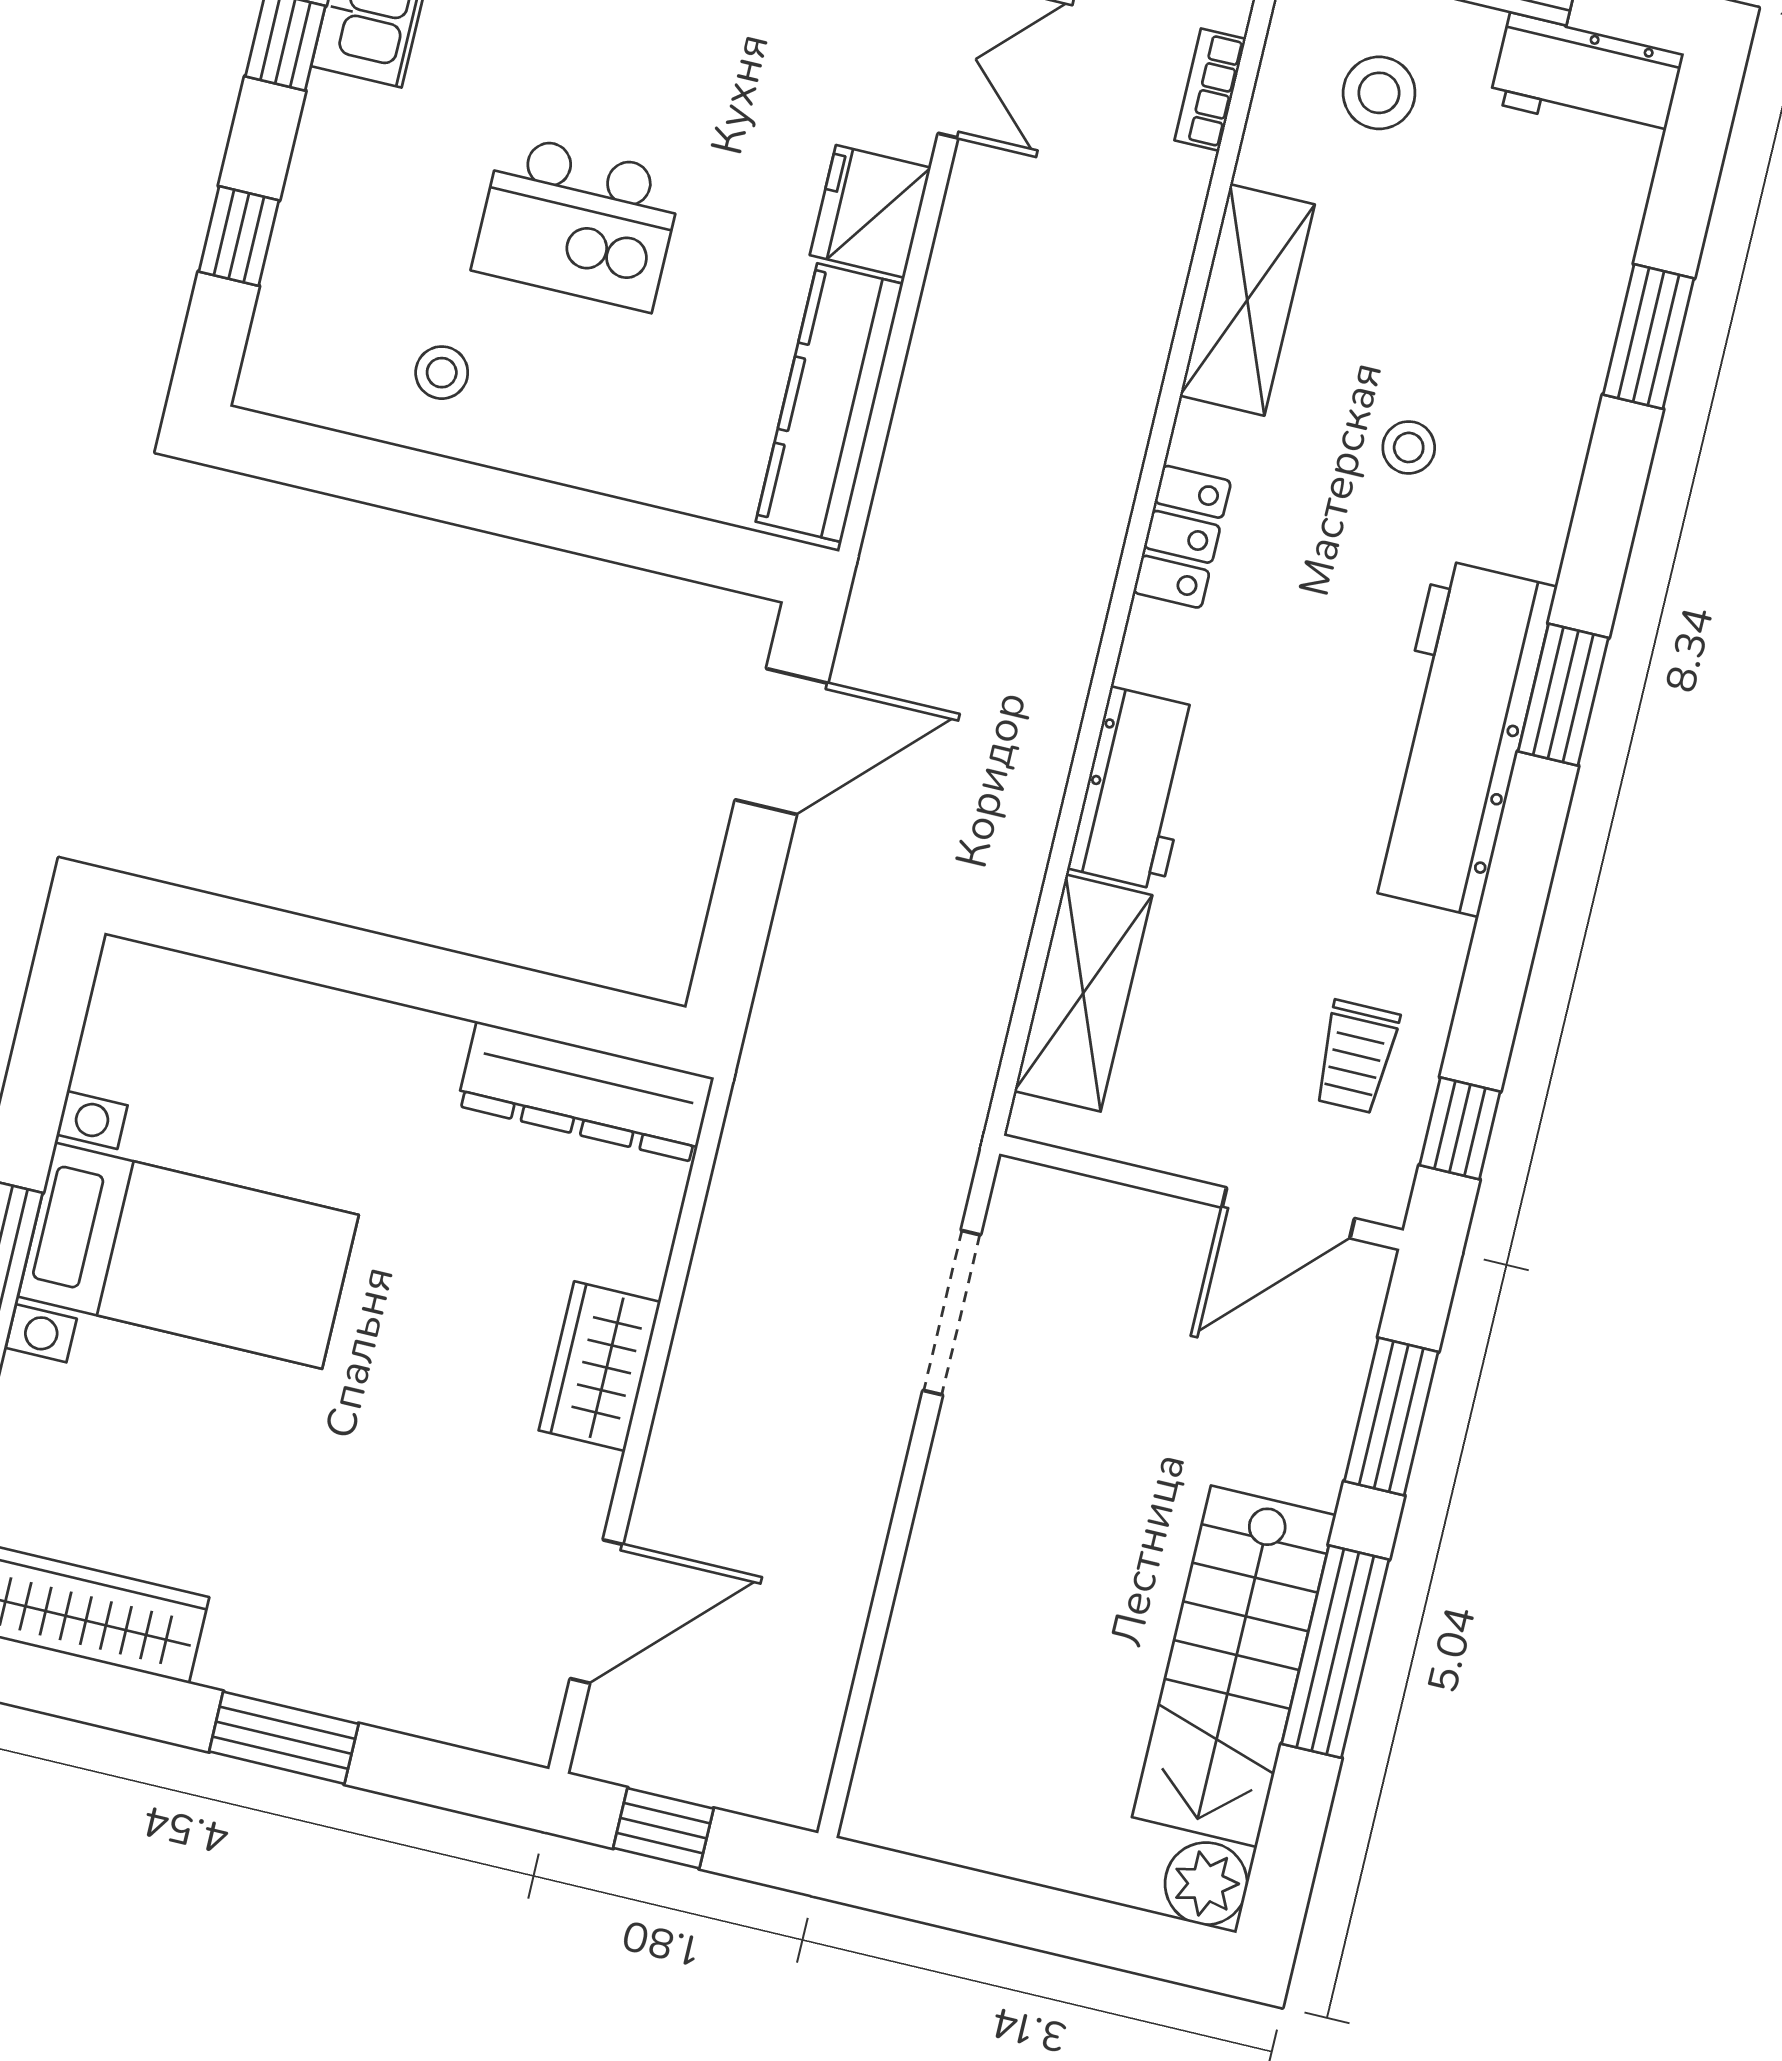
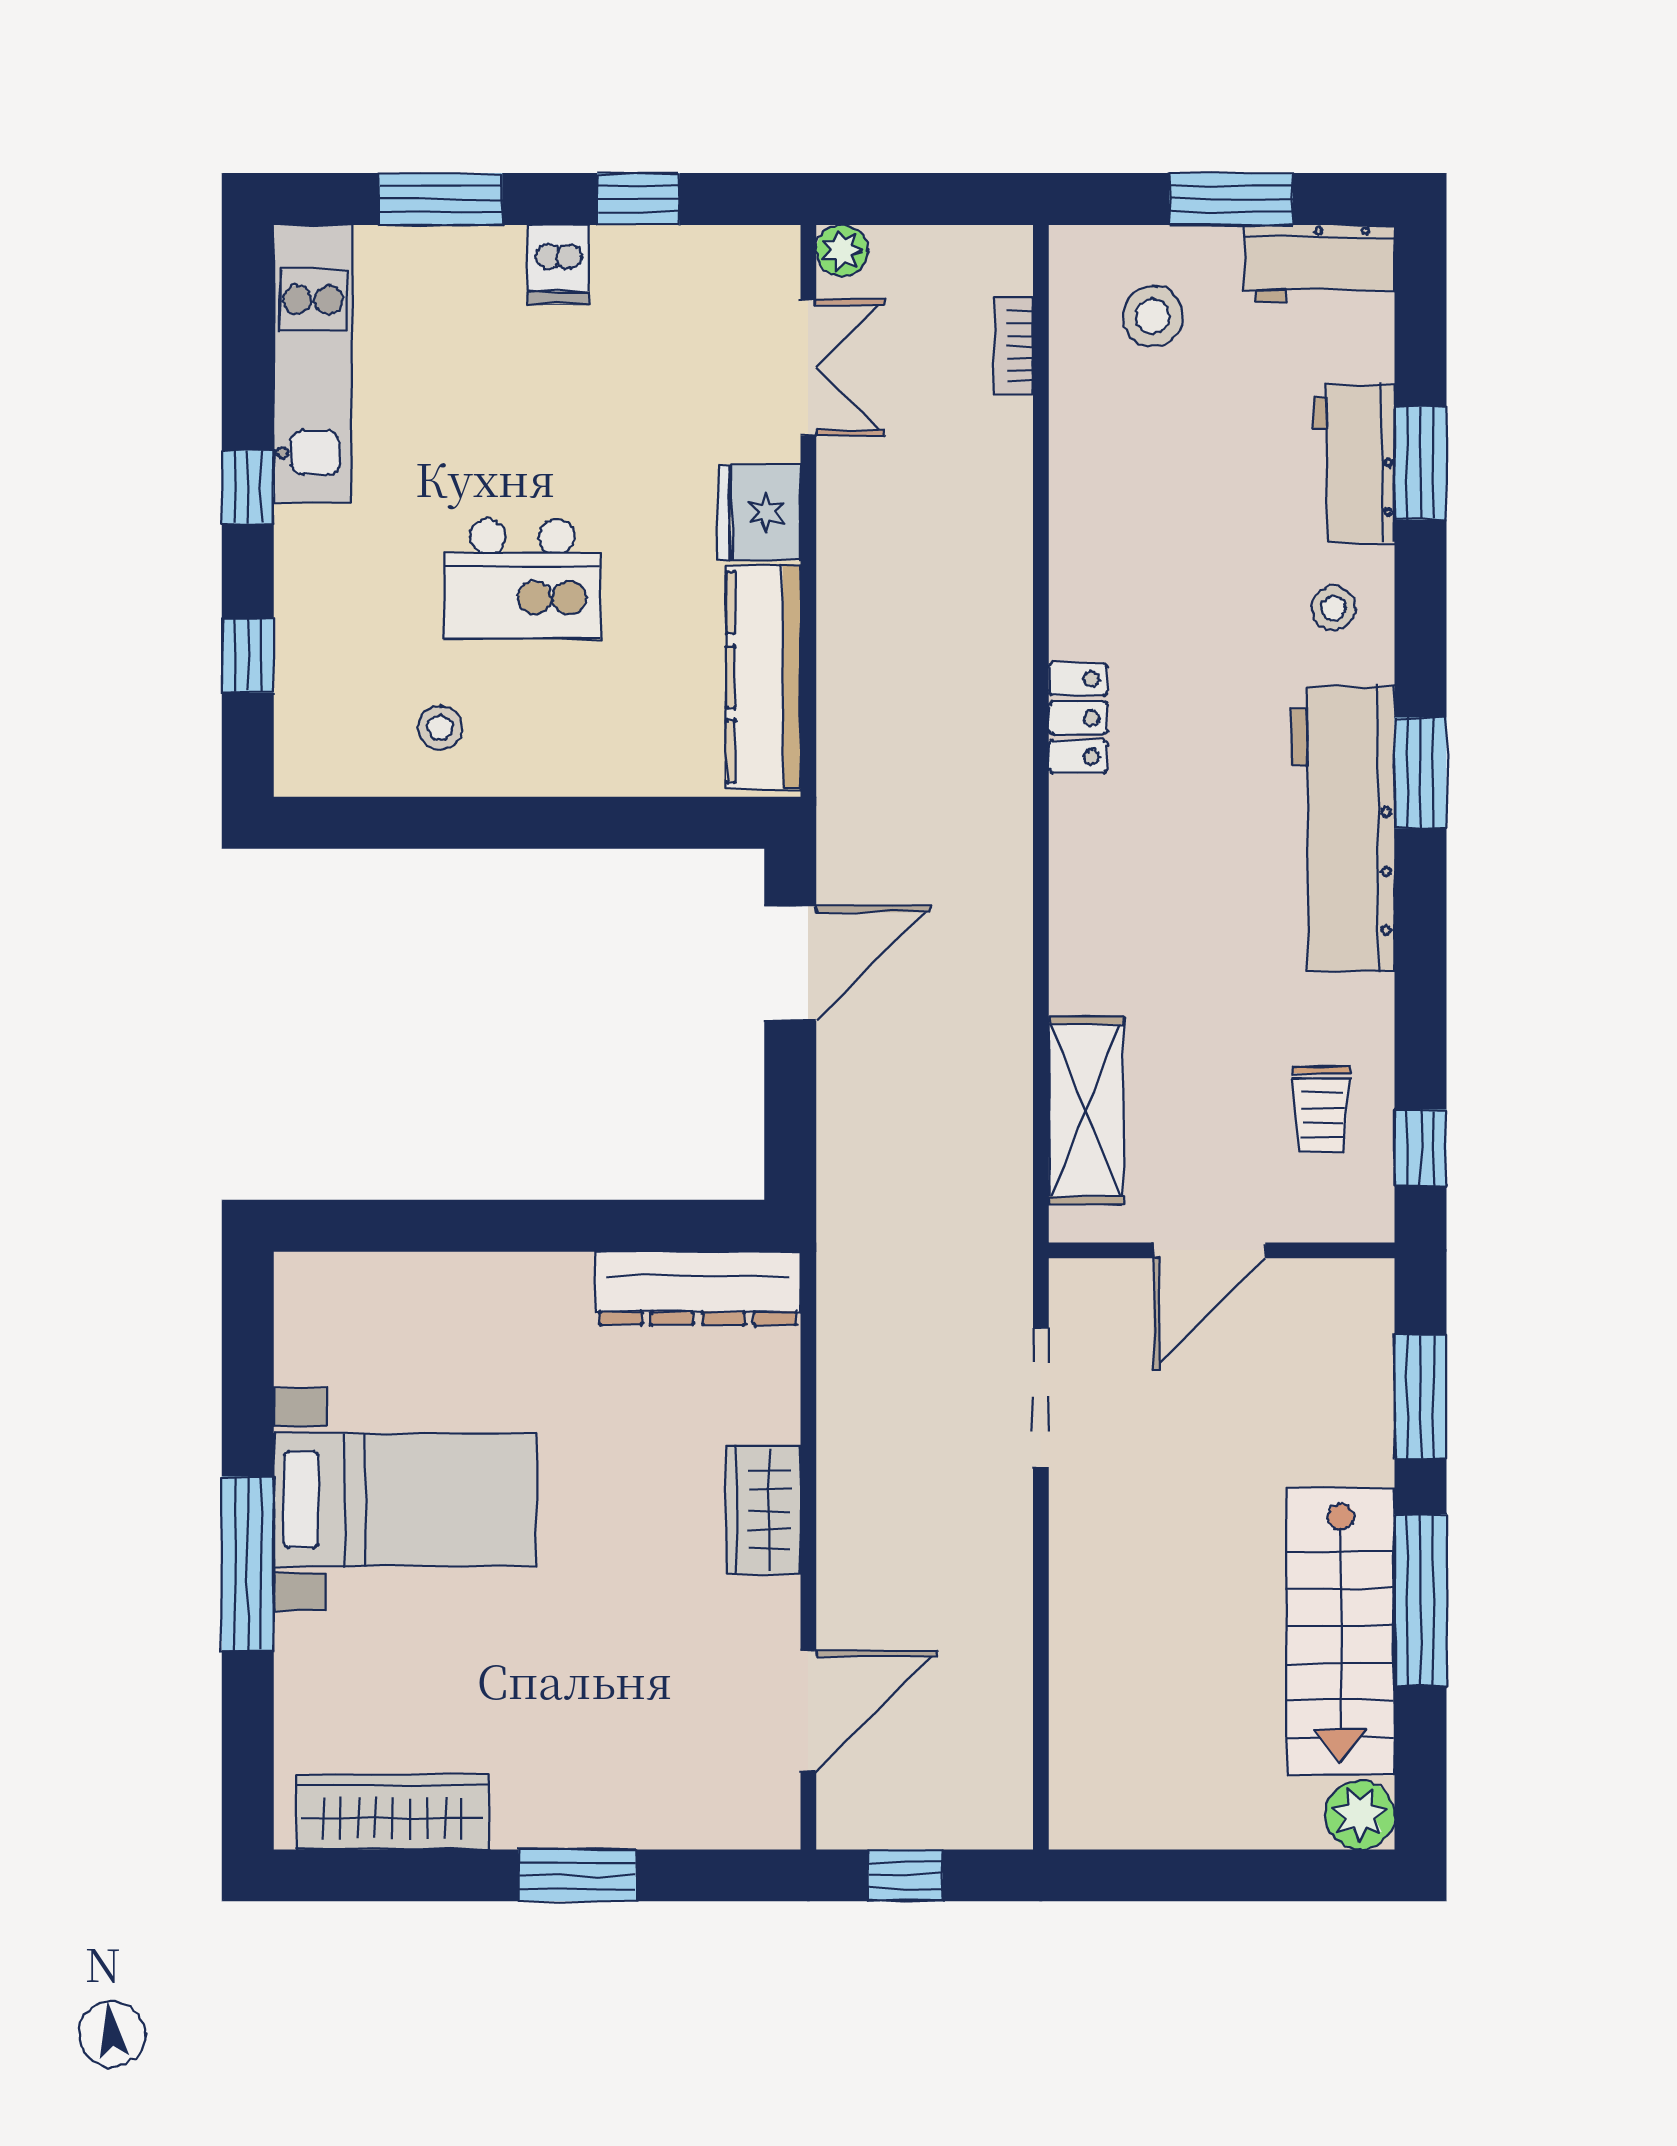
shelving: (1247, 300) -> (1085, 512), removed
stool: (1409, 447) -> (1333, 608), moved
workbench: (1136, 788) -> (1354, 464), moved, turned 180
door: (1288, 1213) -> (1210, 1250), moved

